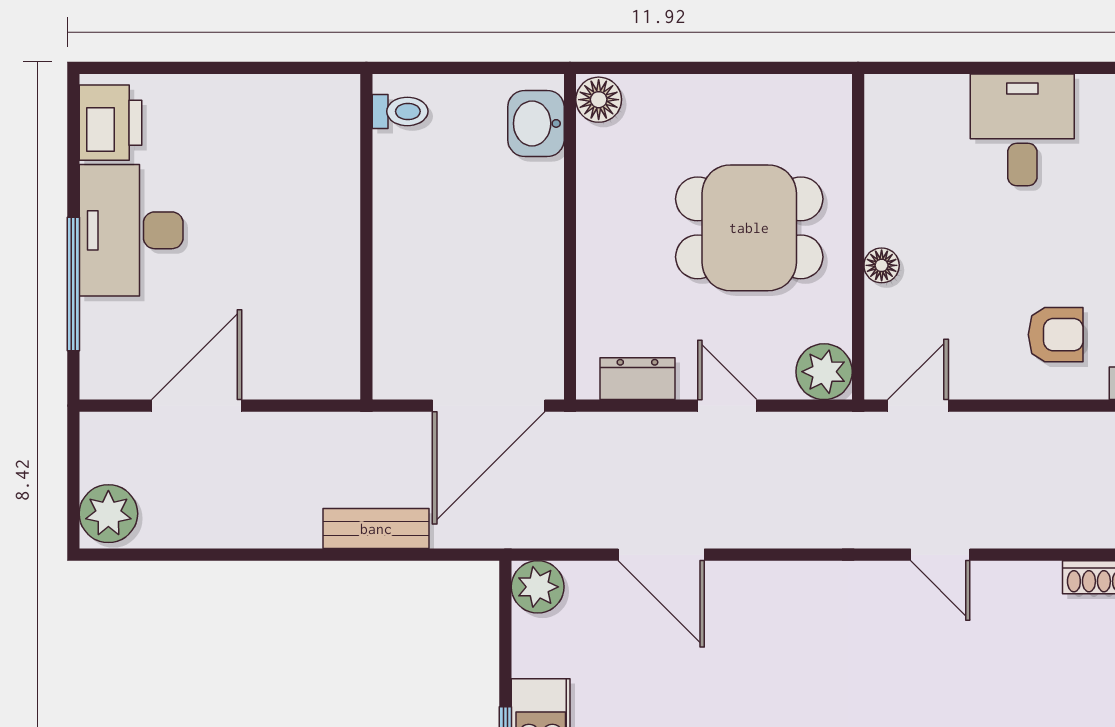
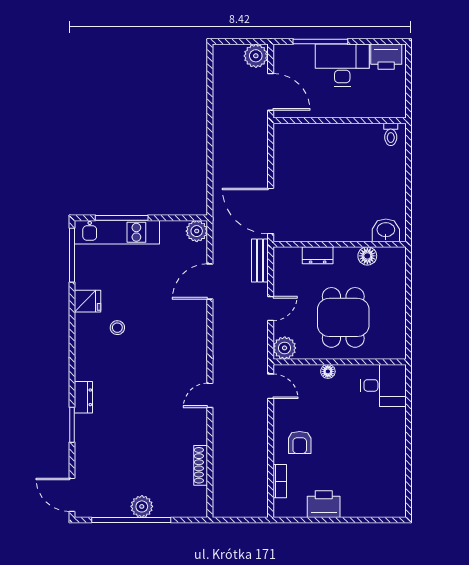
floor lamp: (599, 100) -> (367, 256), moved
toilet: (400, 111) -> (391, 134), moved
desk: (1022, 130) -> (383, 385), moved
wall: (366, 237) -> (340, 121), moved
dresser: (637, 379) -> (318, 255), moved, turned 90
plant: (108, 514) -> (256, 56), moved
bench: (376, 529) -> (260, 260), moved

